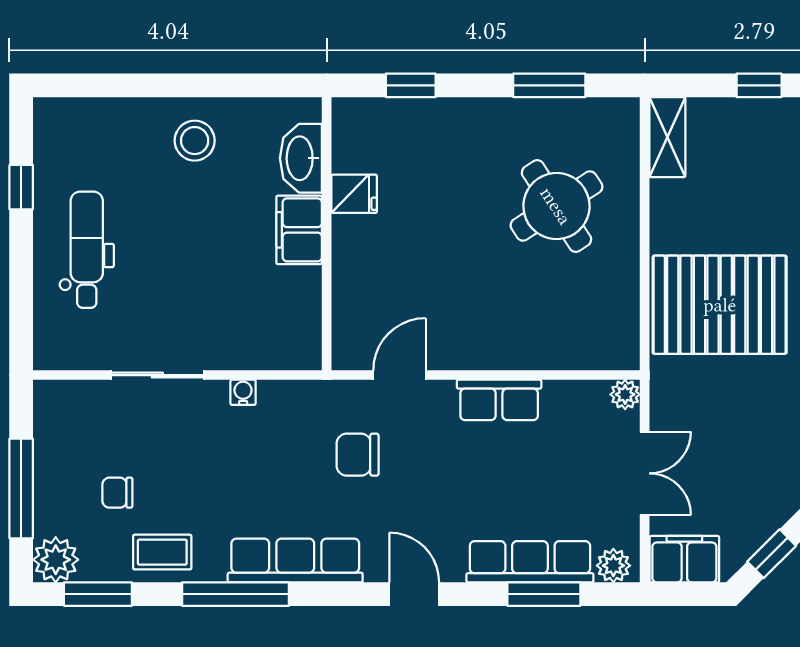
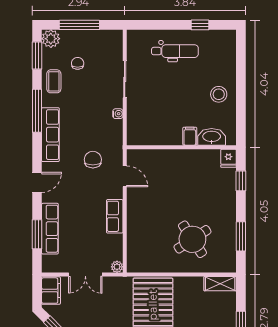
fridge: (354, 194) -> (228, 158), moved
filing cabinet: (299, 230) -> (190, 136), width x0.50
plant: (613, 566) -> (48, 262), removed

